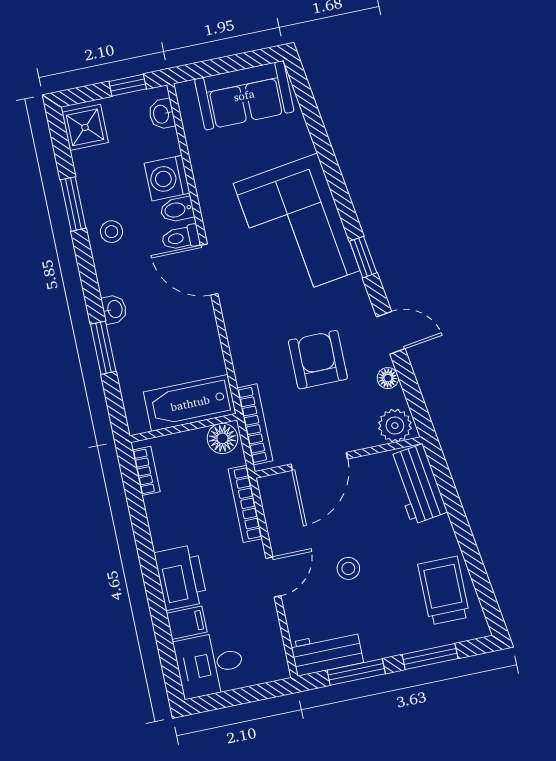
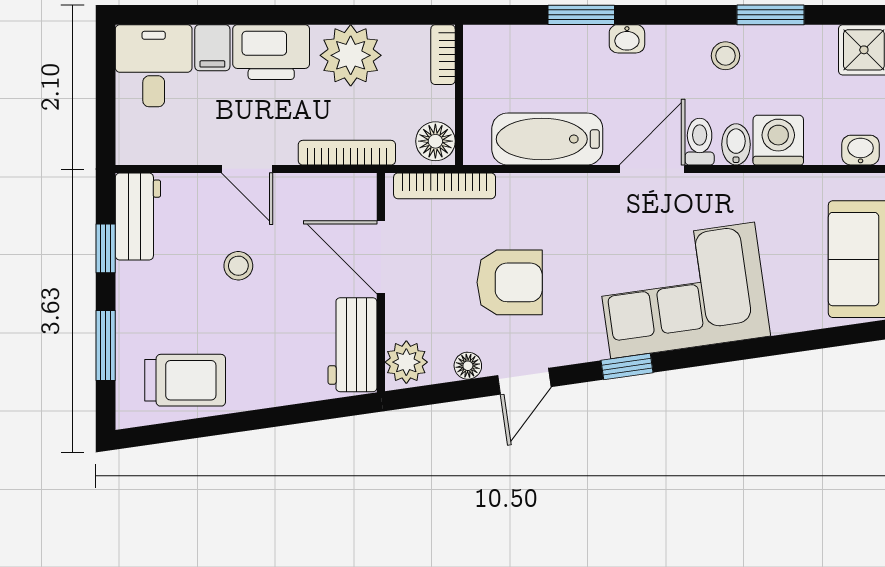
bathtub: (190, 403) -> (547, 139), moved, turned -90
bookcase: (146, 471) -> (443, 55), moved, turned 90
workbench: (417, 484) -> (353, 345), moved, turned -82
plant: (171, 516) -> (351, 55), added
window: (356, 672) -> (106, 248), width x0.67

